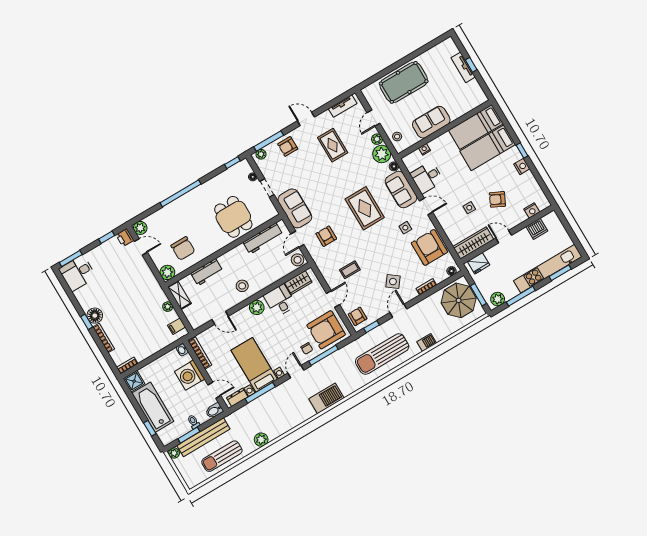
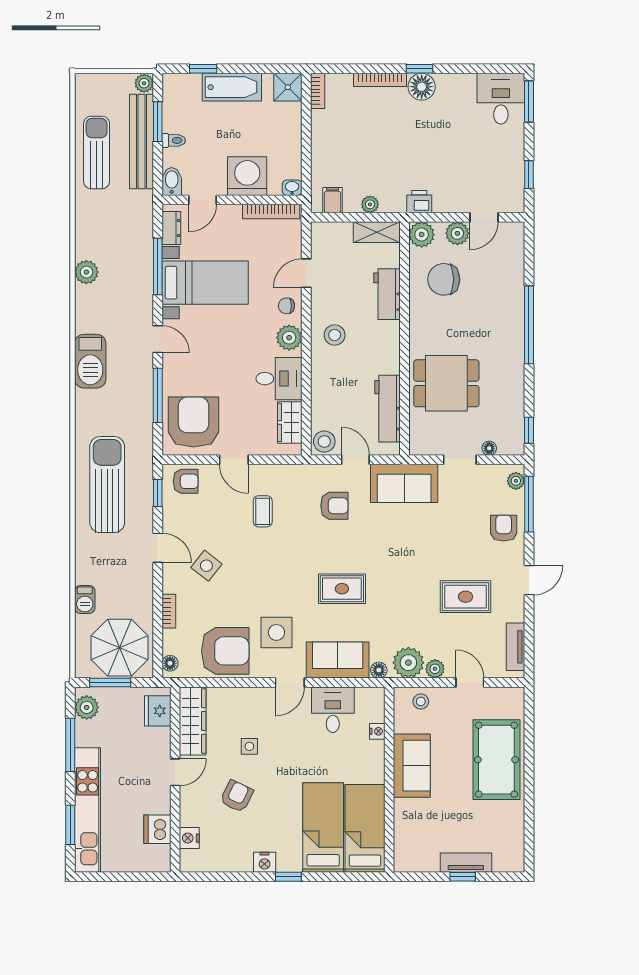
rug: (365, 208) -> (342, 589), width x0.73, depth x0.70
plant: (140, 228) -> (457, 233), moved
side table: (405, 228) -> (276, 632), width x1.87, depth x1.87
printer: (125, 238) -> (419, 202), moved
barbecue: (427, 342) -> (85, 599), moved
chair: (307, 348) -> (286, 306), moved
bathtub: (153, 407) -> (232, 87), width x0.73, depth x0.73
plant: (261, 440) -> (86, 272), moved

